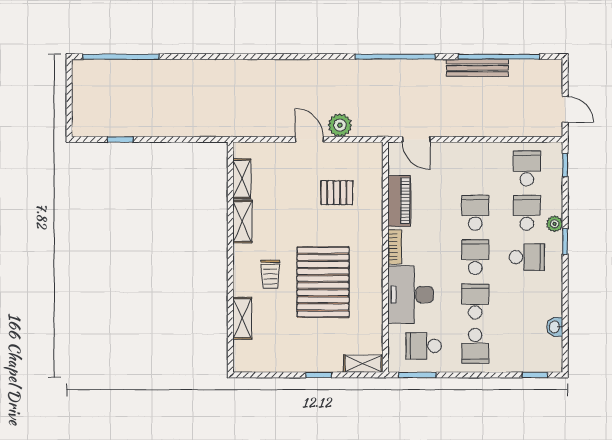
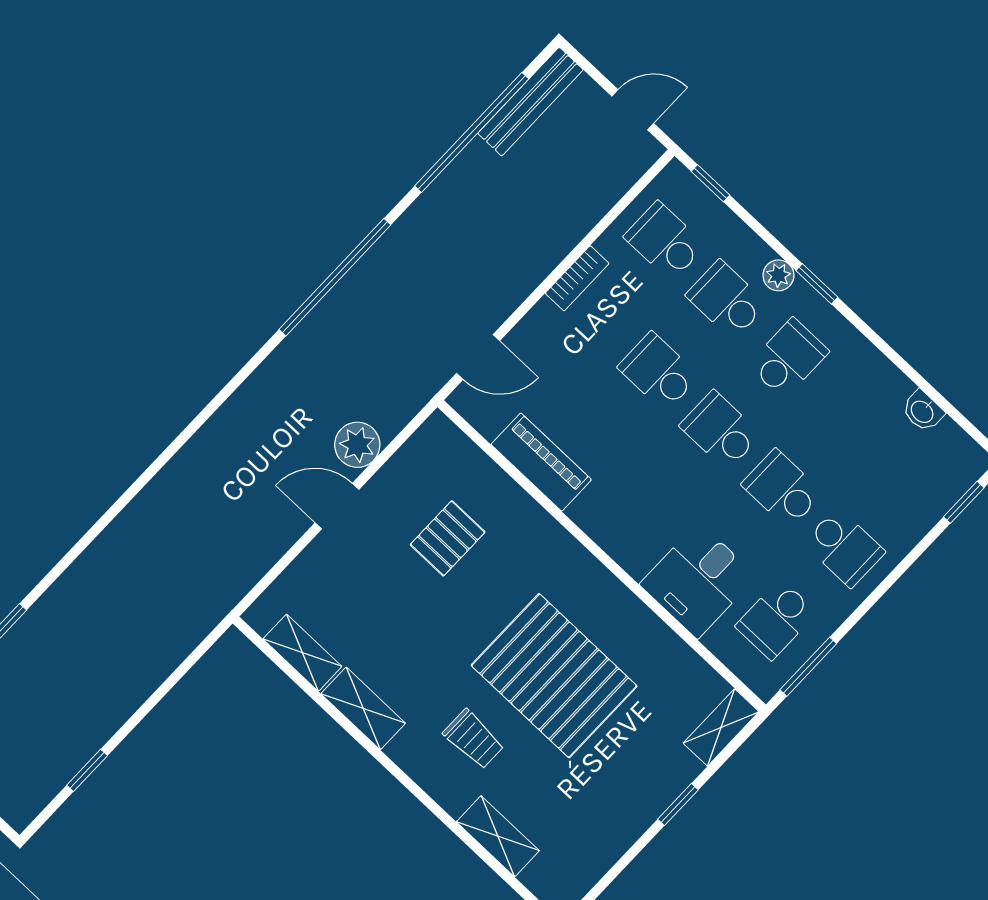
bench: (477, 68) -> (530, 102), moved
bookcase: (395, 247) -> (577, 278), moved, turned 90
desk: (411, 295) -> (698, 580), width x0.73

